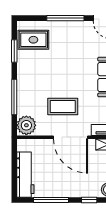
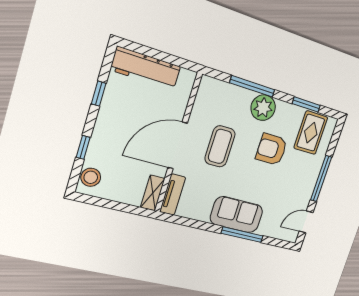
armchair: (54, 67) -> (272, 149), added
plant: (26, 125) -> (263, 108), moved
window: (51, 200) -> (99, 94), width x0.46

